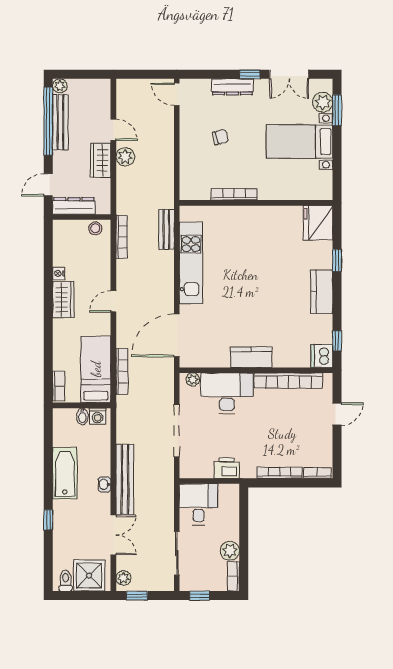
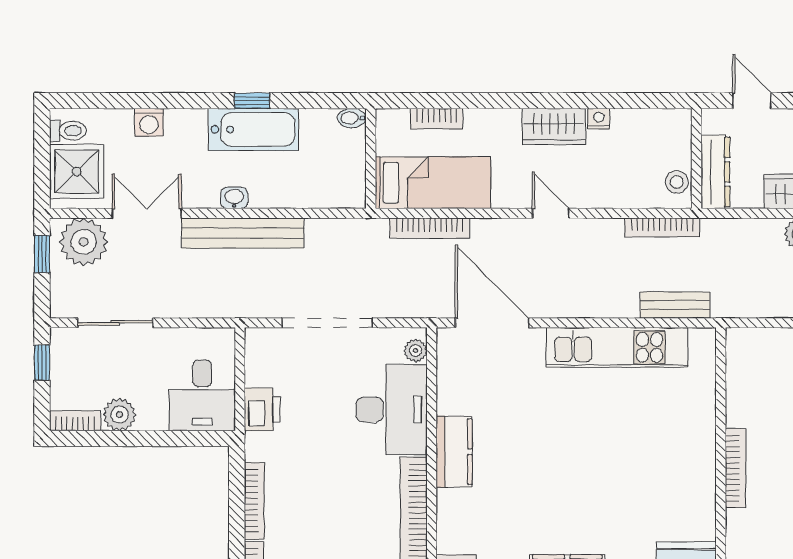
bookcase: (234, 194) -> (736, 468), moved
dresser: (74, 206) -> (715, 172), moved
bookcase: (59, 386) -> (437, 119), moved
bidet: (82, 416) -> (352, 118), moved
washing machine: (98, 416) -> (149, 122), moved, turned -90
desk: (199, 504) -> (202, 395), moved, turned 90
window: (48, 520) -> (252, 101), moved
double door: (113, 535) -> (147, 213), swing flipped
plant: (123, 578) -> (84, 242), width x1.88, depth x1.88

